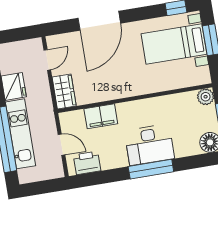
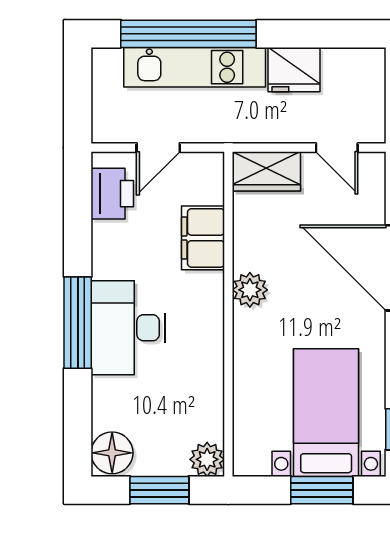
plant: (122, 90) -> (250, 290), added

